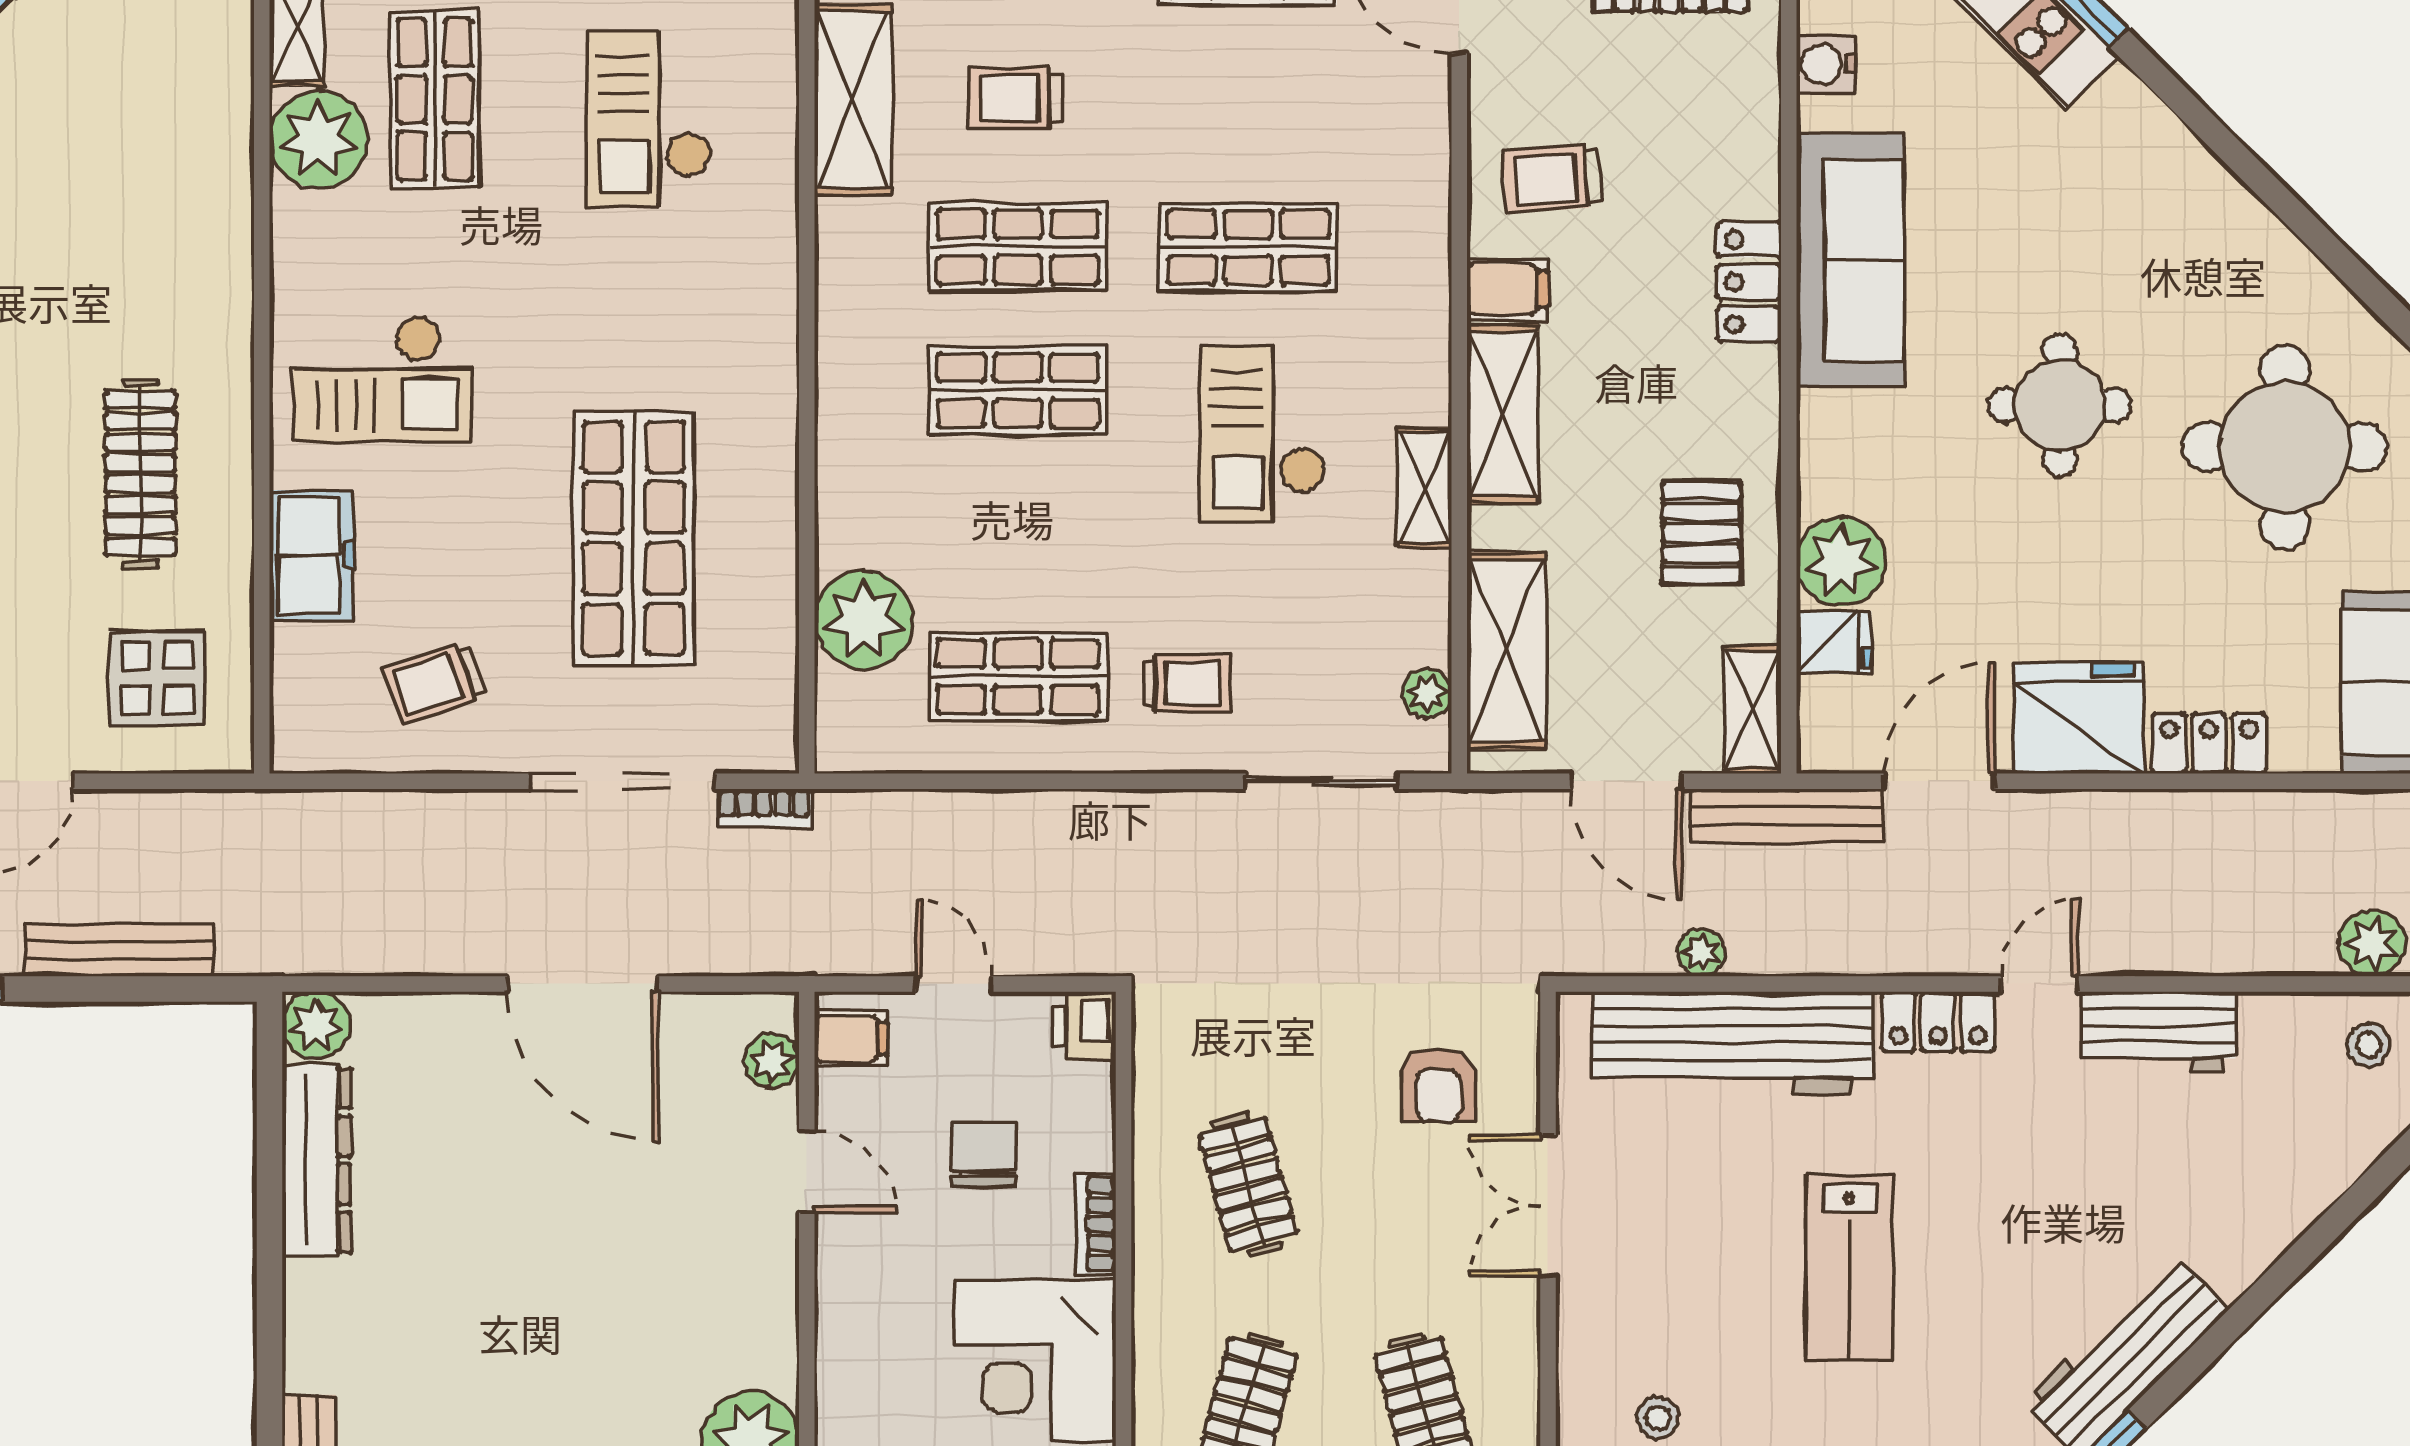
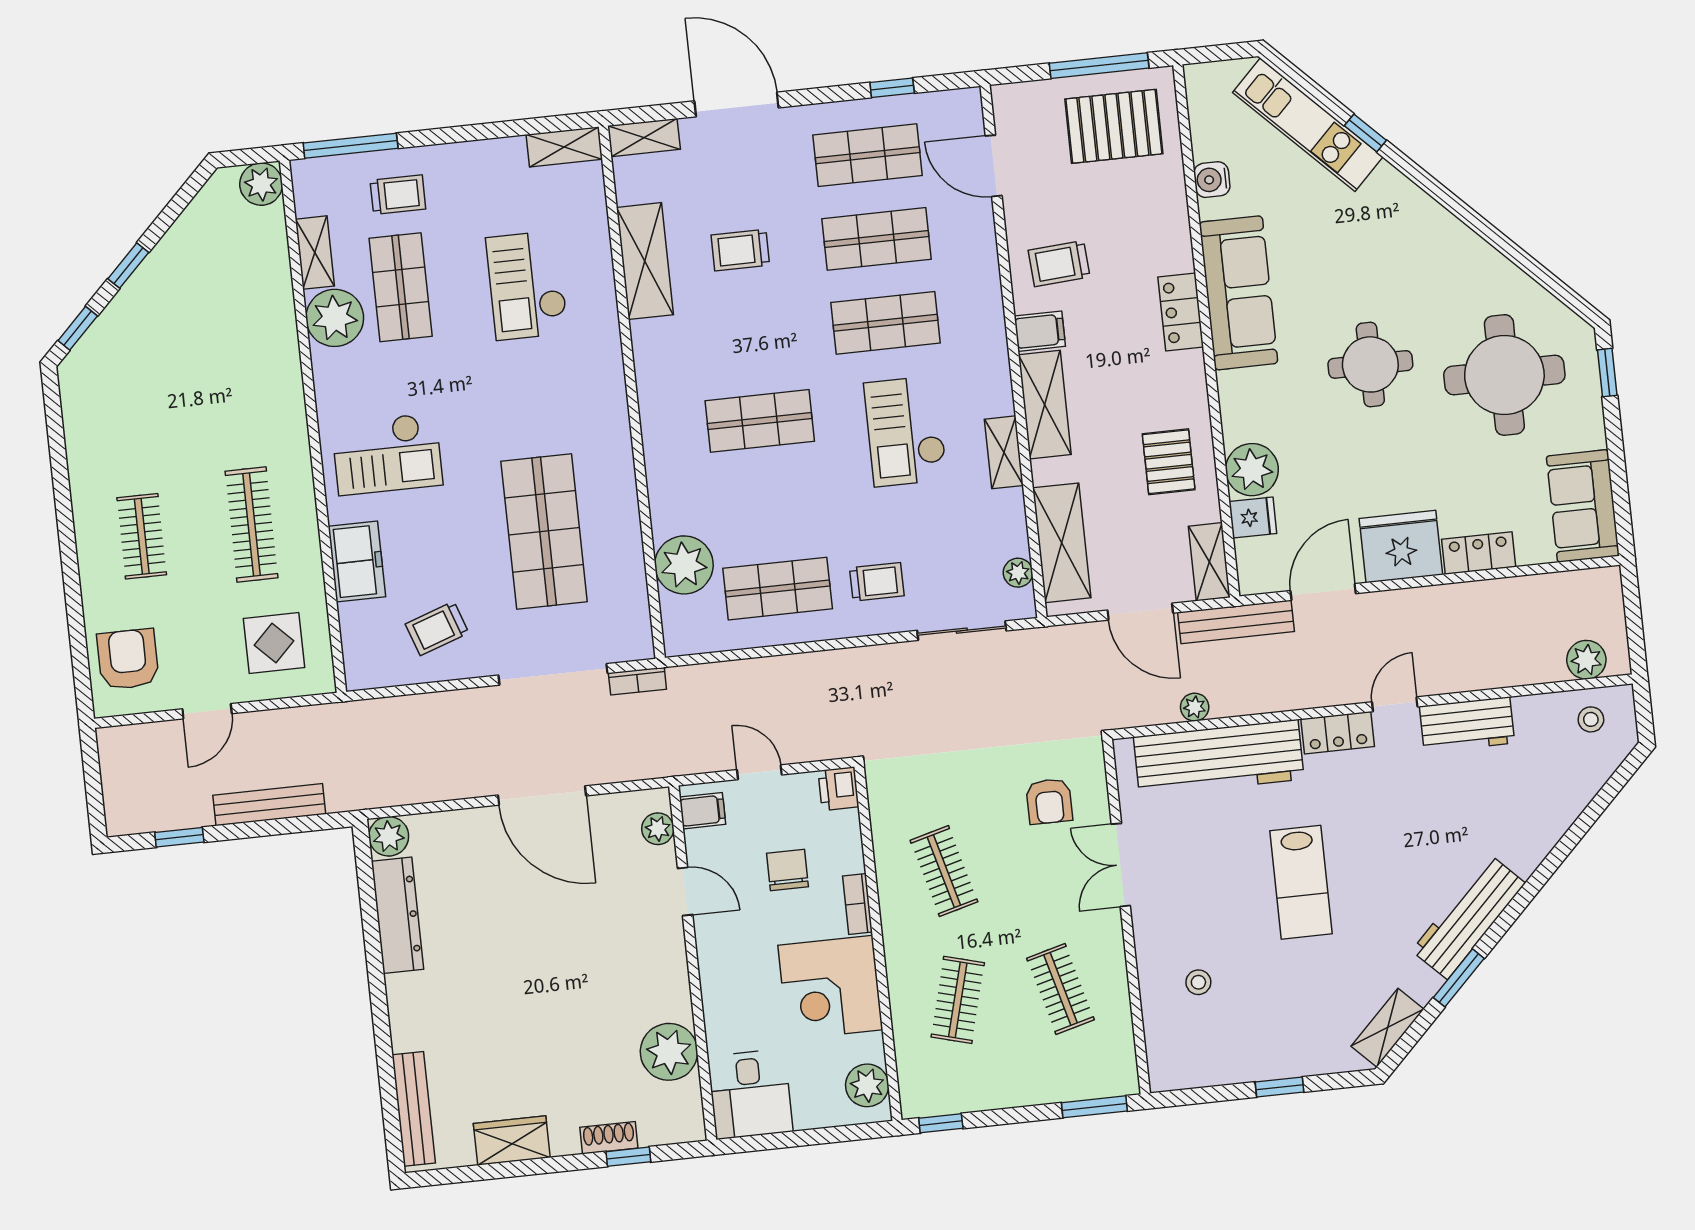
shop shelf: (1018, 247) -> (877, 239), moved

